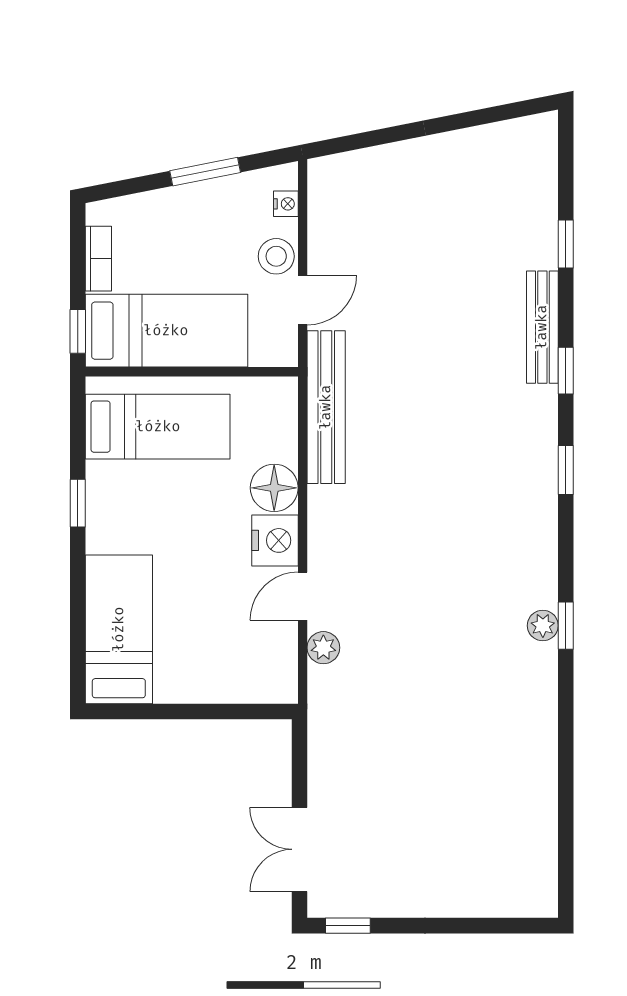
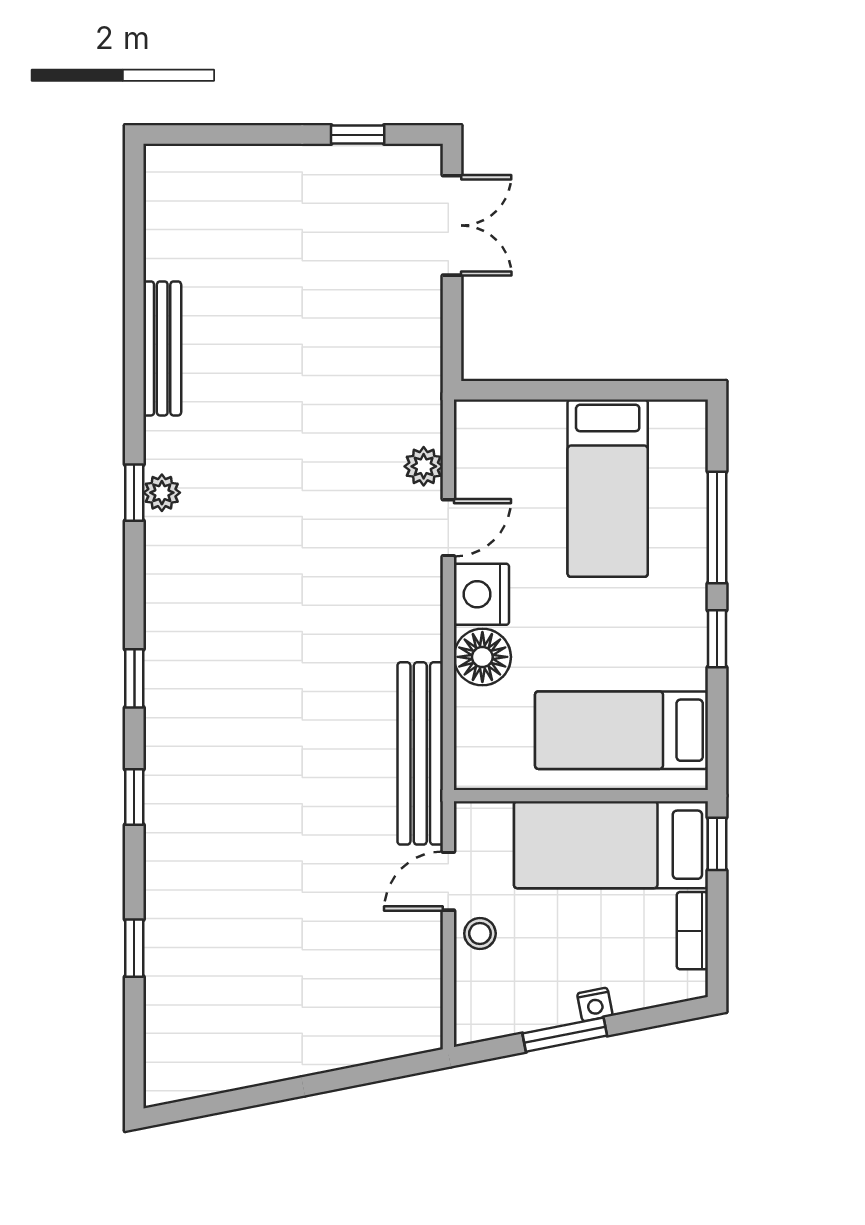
nightstand: (286, 204) -> (595, 1004), moved, turned -101
stool: (276, 256) -> (480, 933), width x0.73, depth x0.73
bench: (542, 327) -> (162, 348), moved
window: (78, 596) -> (717, 527), added
bed: (119, 629) -> (608, 488), moved
window: (348, 926) -> (358, 135), moved

